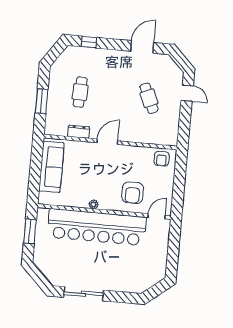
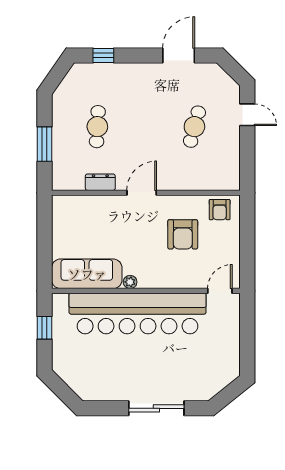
cafe table: (149, 98) -> (194, 127), turned 39
sofa: (51, 167) -> (87, 274), moved, turned -90
armchair: (133, 193) -> (183, 234), moved
window: (30, 231) -> (44, 328), width x0.67
sliding door: (84, 294) -> (156, 408), moved

